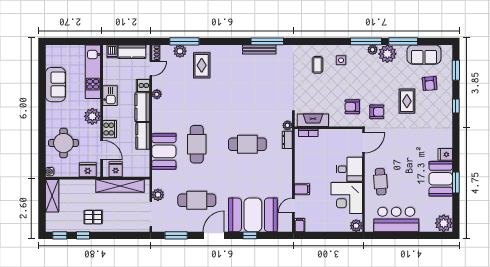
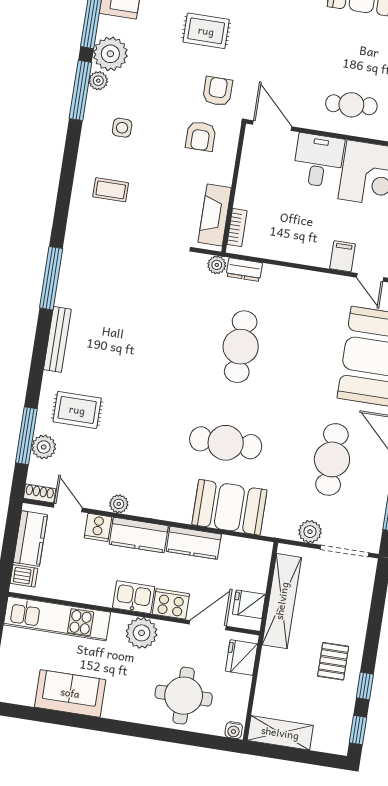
bench: (259, 49) -> (57, 339), moved
side table: (341, 60) -> (122, 128), moved
kitchen sink: (110, 96) -> (134, 597), moved

